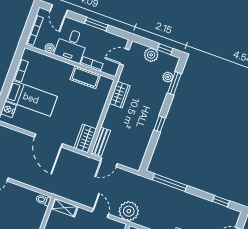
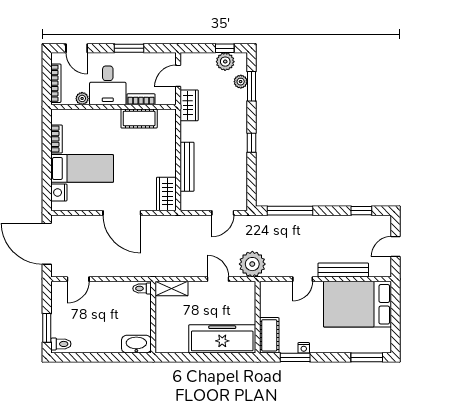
plant: (151, 55) -> (225, 62), moved
wardrobe: (120, 95) -> (189, 105), moved
bench: (101, 142) -> (187, 167), moved, width x1.36
door: (109, 162) -> (223, 213), moved

